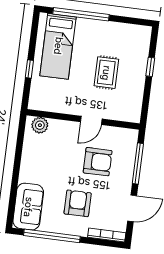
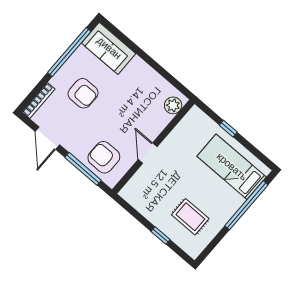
rug: (106, 73) -> (190, 217), moved
armchair: (98, 162) -> (104, 157), moved, turned 90

